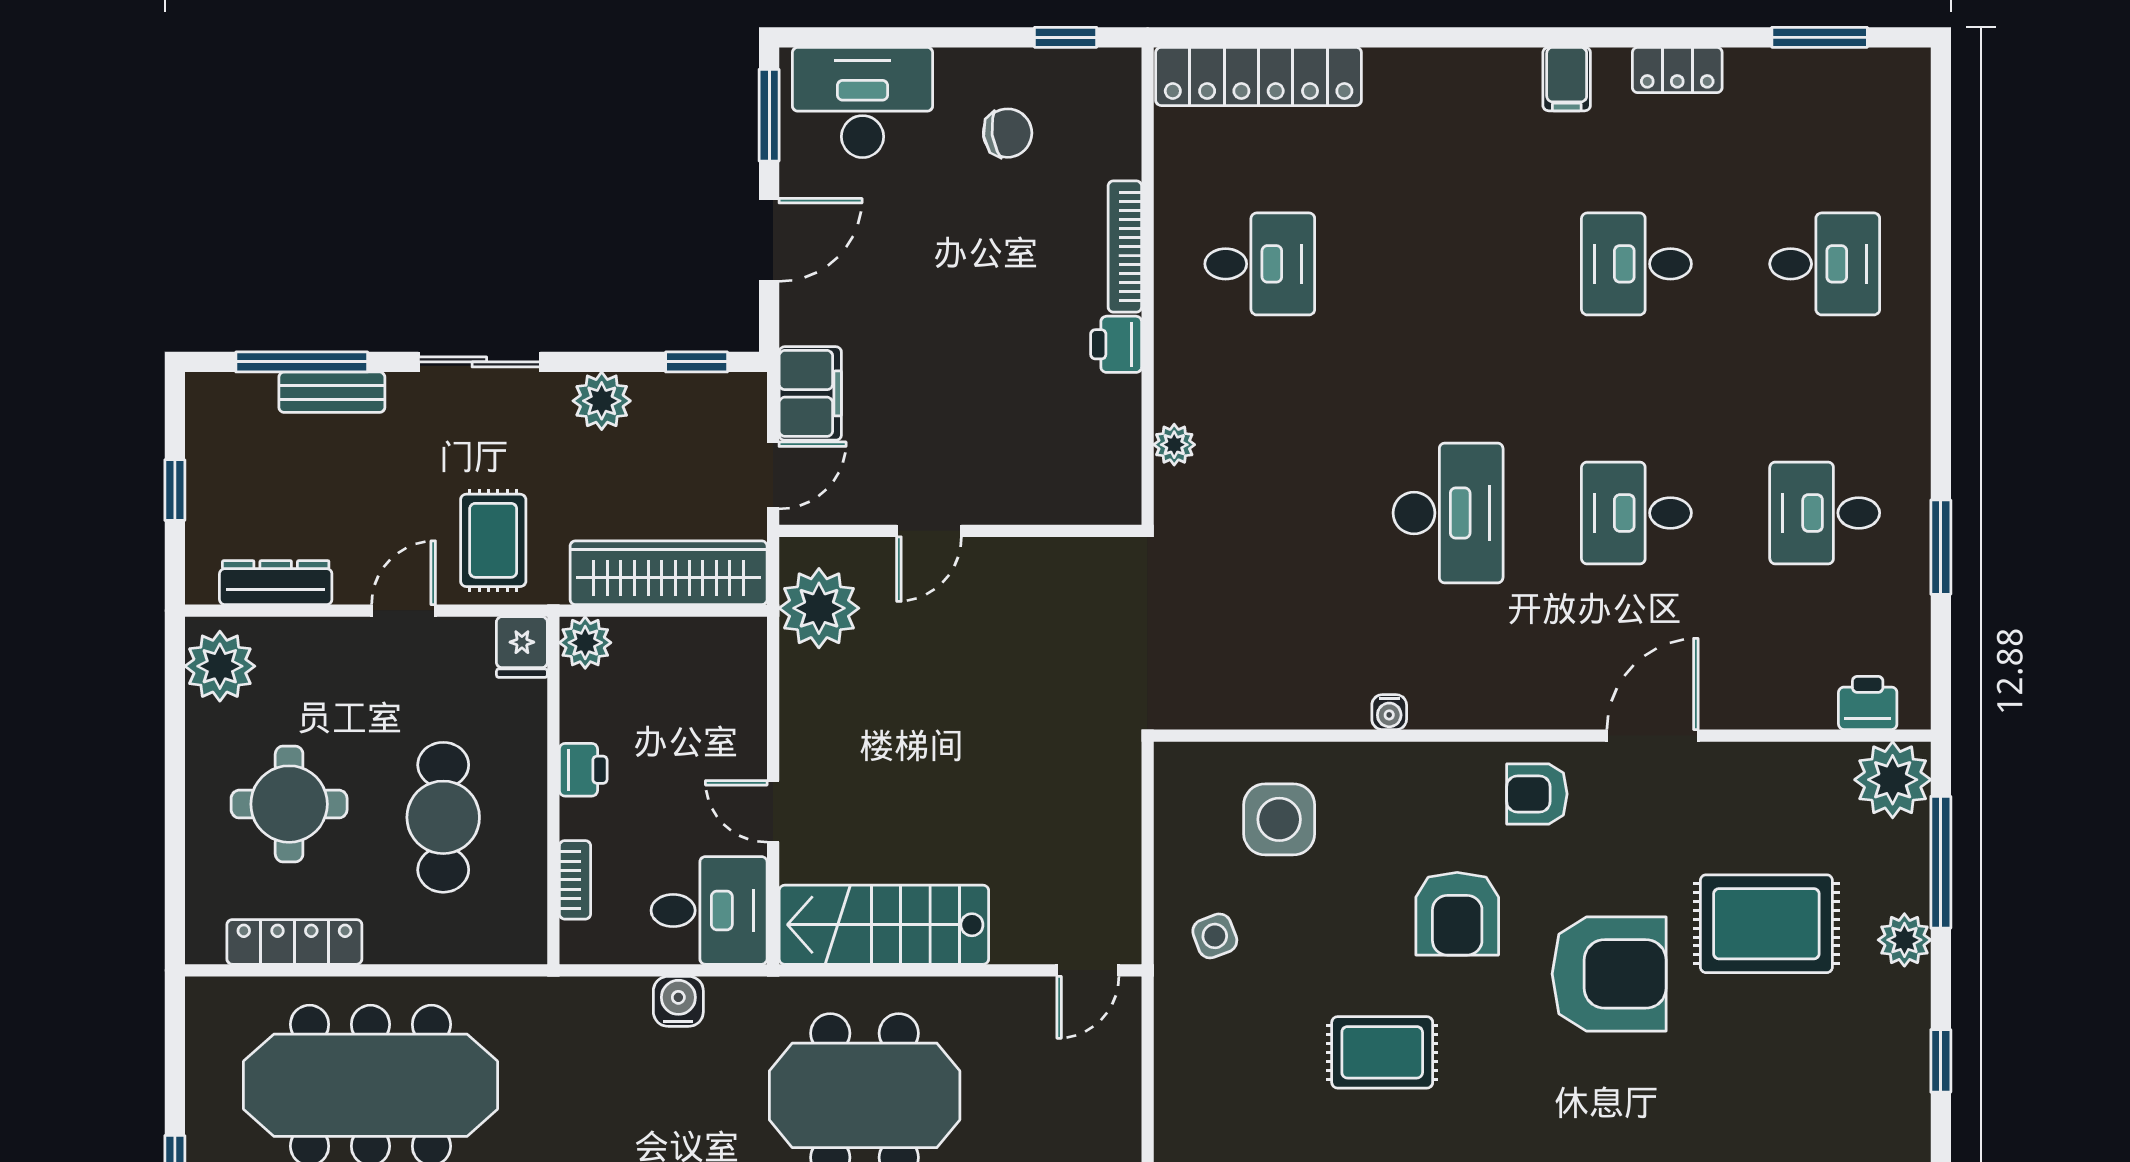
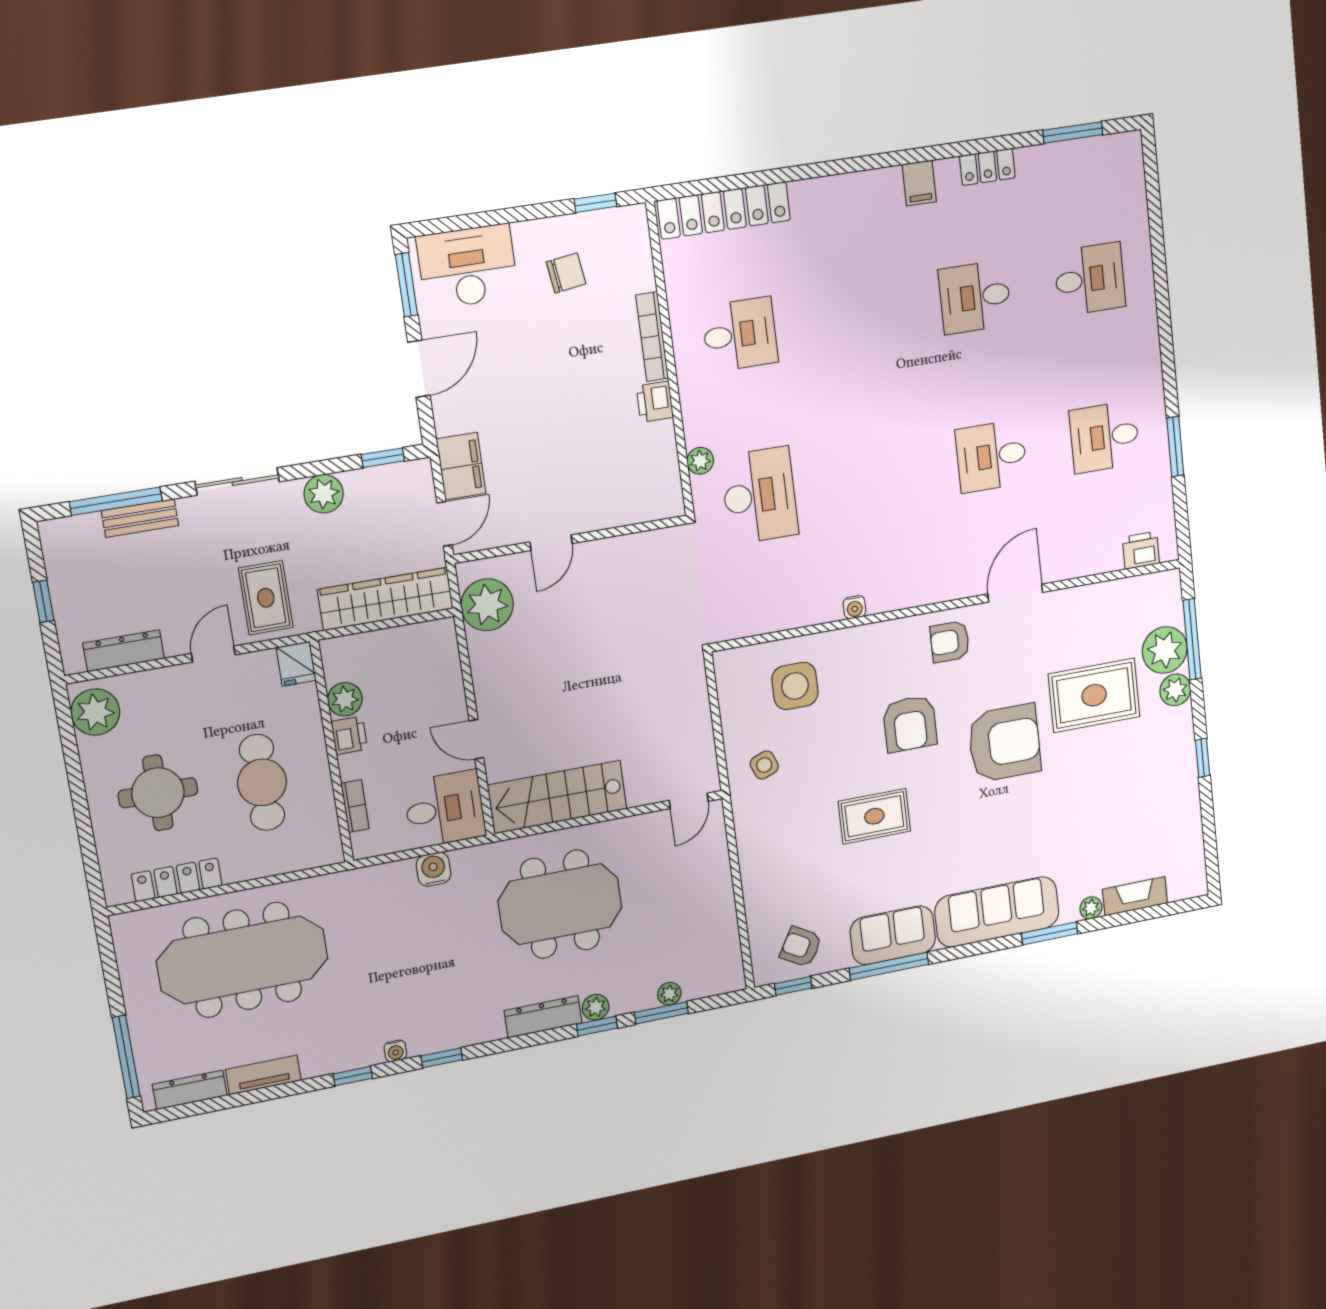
desk: (1448, 513) -> (760, 496), moved
plant: (585, 643) -> (345, 699), moved
plant: (1893, 780) -> (1165, 650), moved

